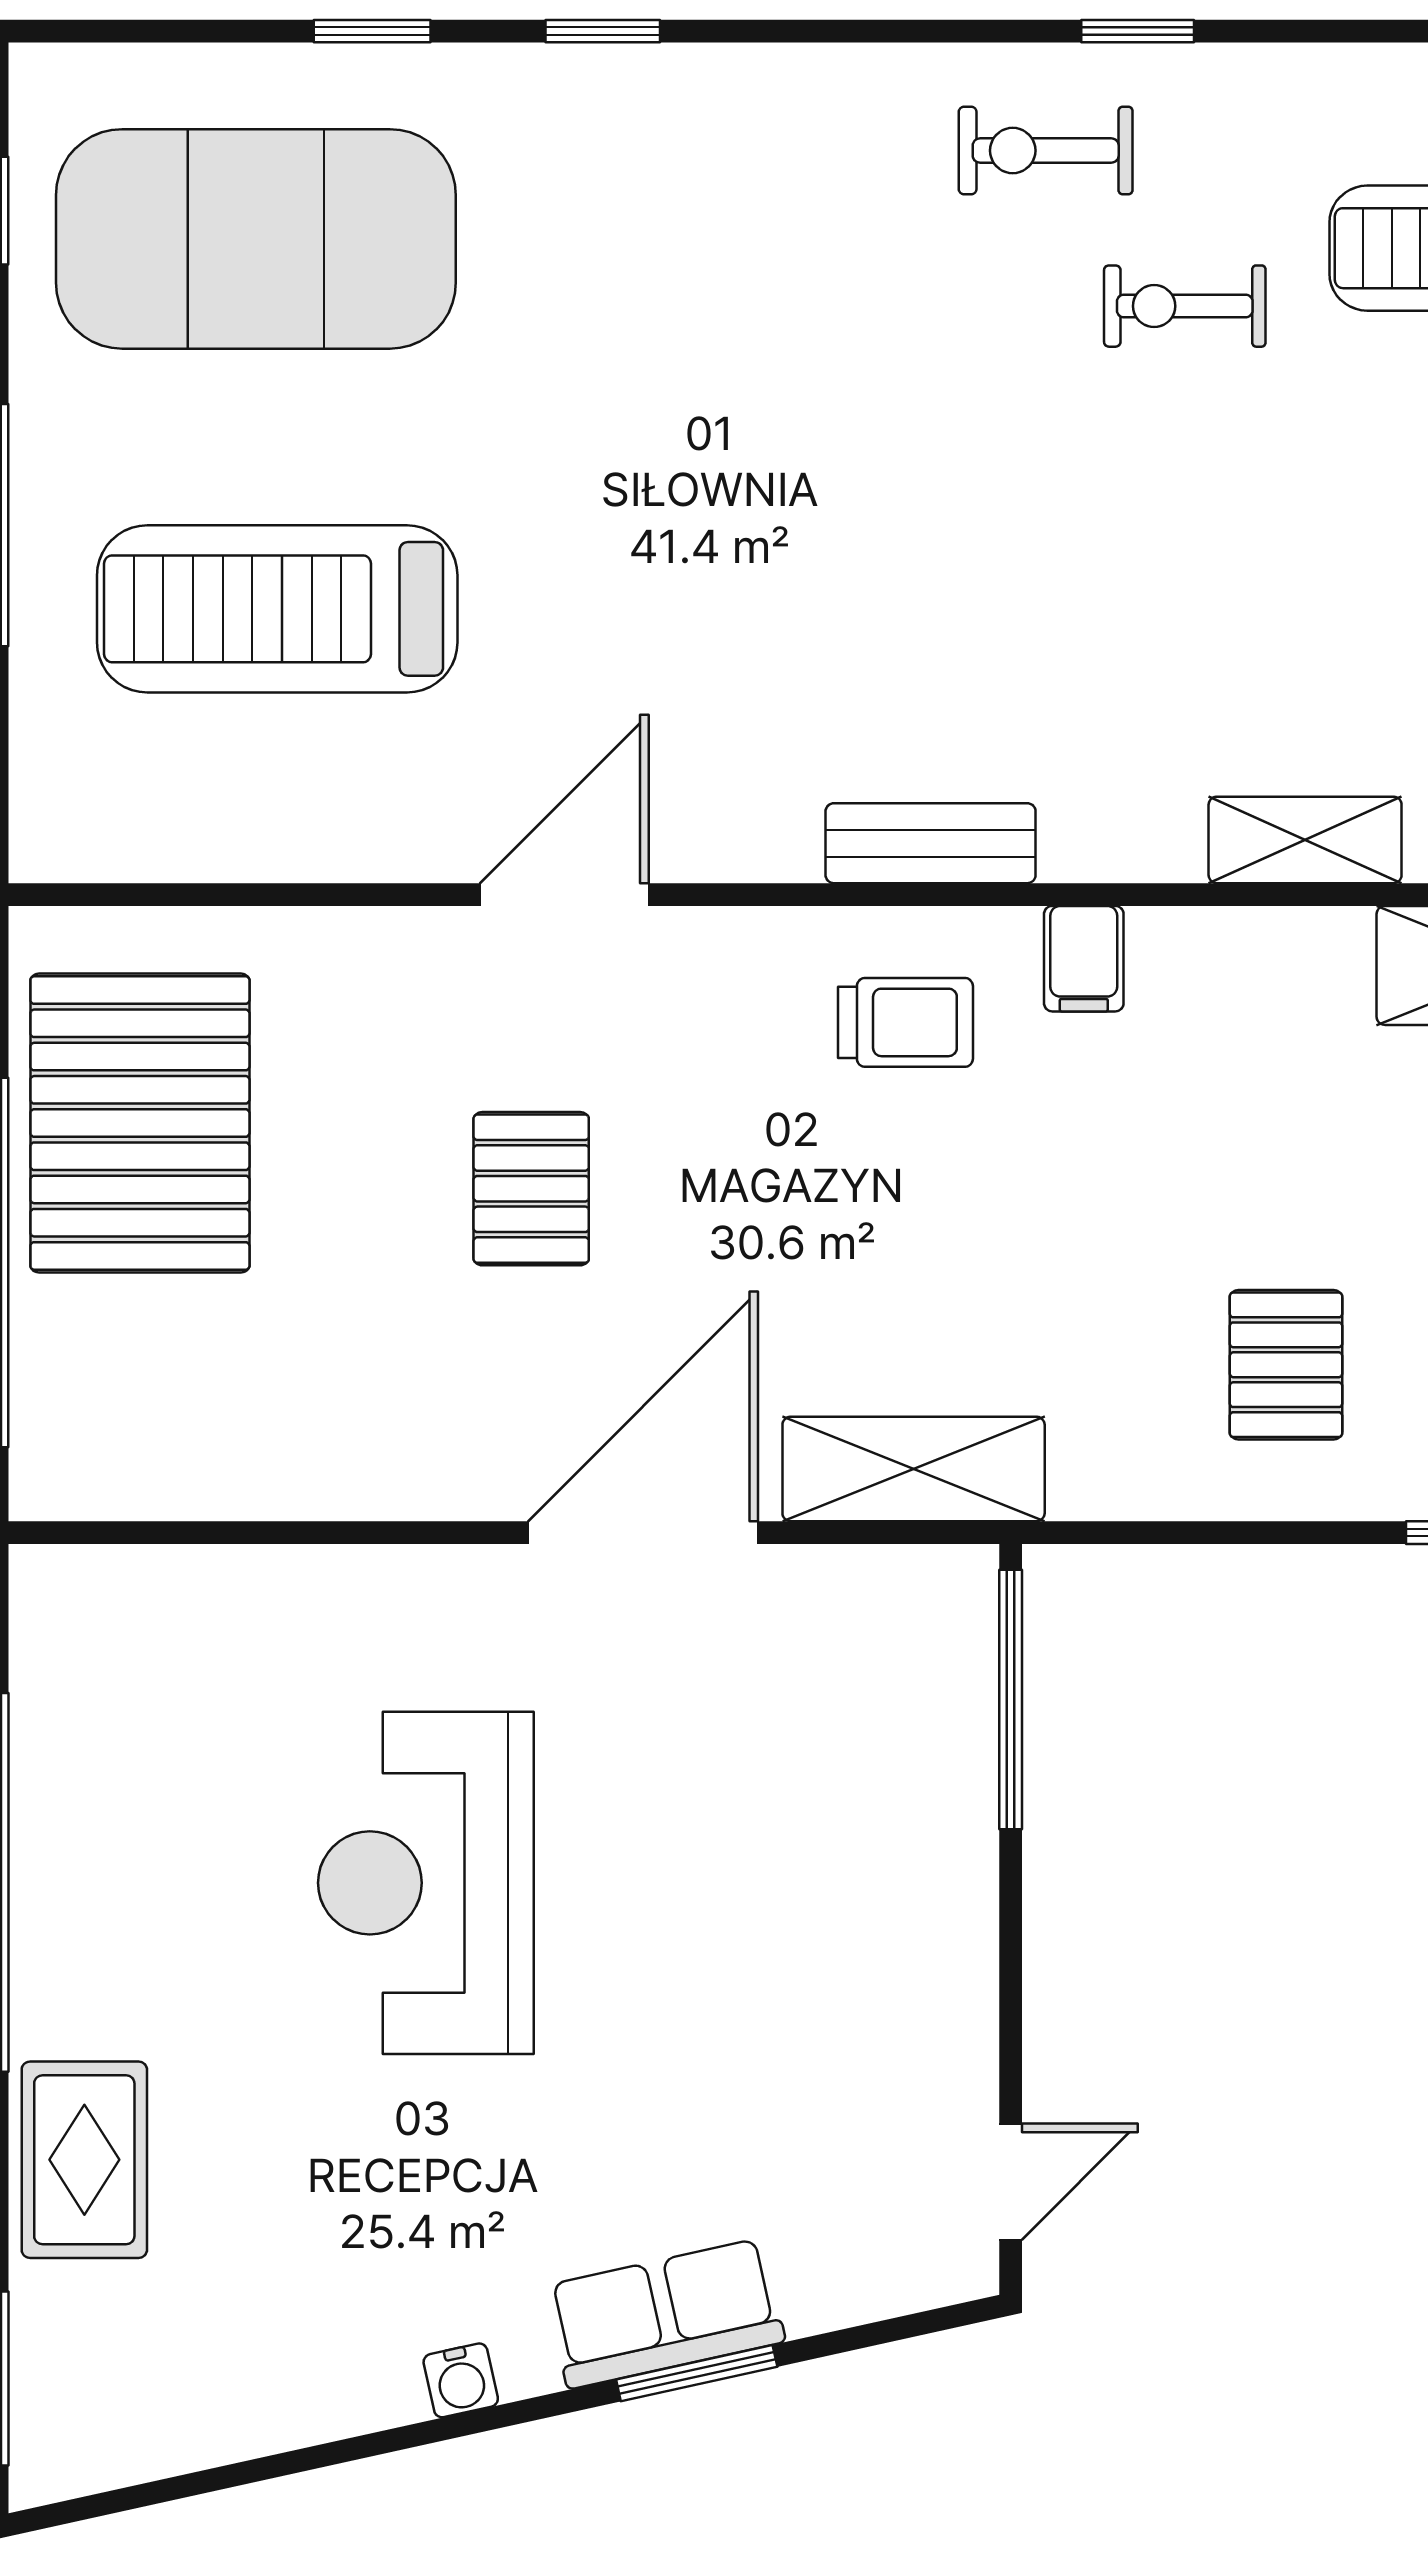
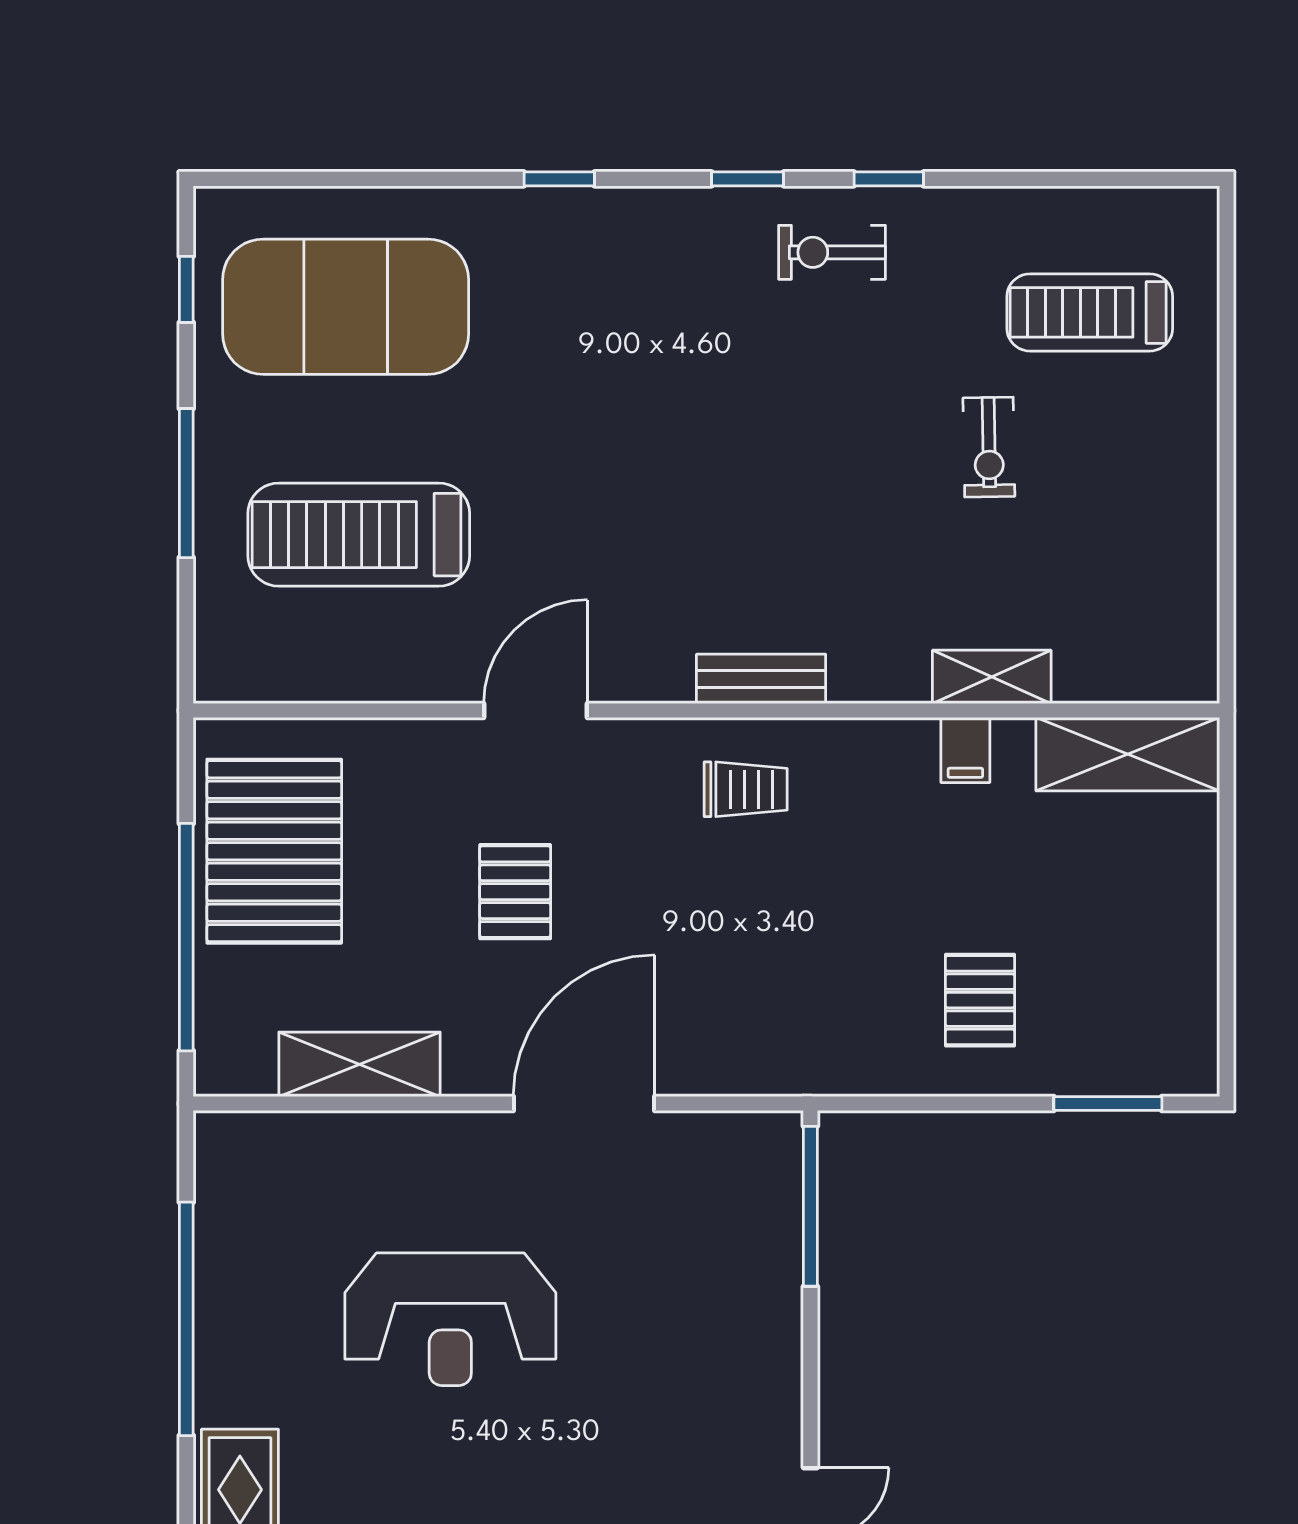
window: (372, 31) -> (748, 179), moved
exercise bike: (1185, 306) -> (989, 447), moved, turned -91
filing cabinet: (1084, 959) -> (965, 750), moved
shelving: (914, 1469) -> (360, 1064), moved
reception desk: (426, 1883) -> (450, 1319), turned -90

